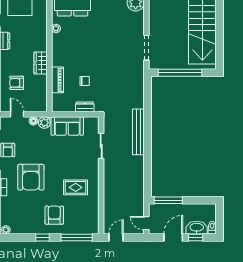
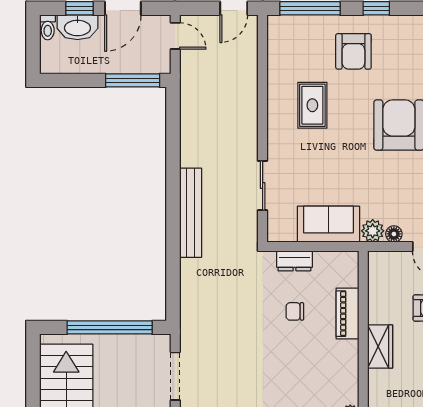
rug: (76, 187) -> (312, 105), turned 90

